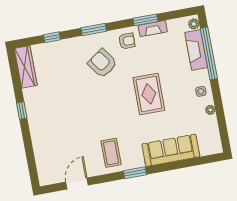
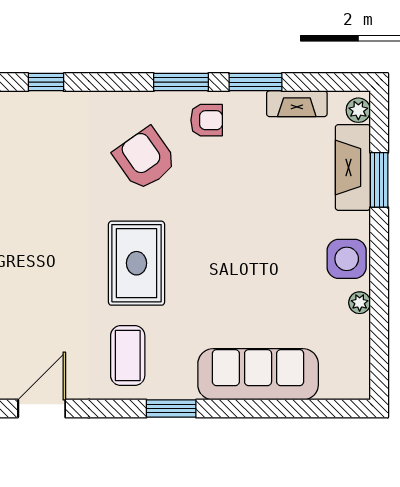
fireplace: (153, 29) -> (297, 104), moved
window: (94, 30) -> (181, 82), moved
window: (209, 53) -> (379, 180), width x0.47
side table: (201, 91) -> (347, 259), width x1.87, depth x1.87
rug: (149, 94) -> (137, 263), moved

